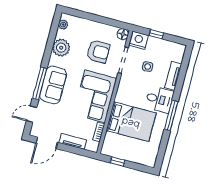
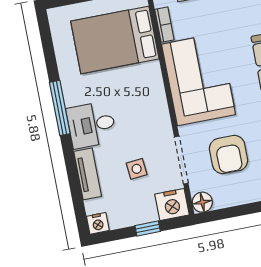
nightstand: (180, 49) -> (98, 223), added
armchair: (98, 52) -> (229, 155), turned -90
bed: (131, 122) -> (115, 40), moved

